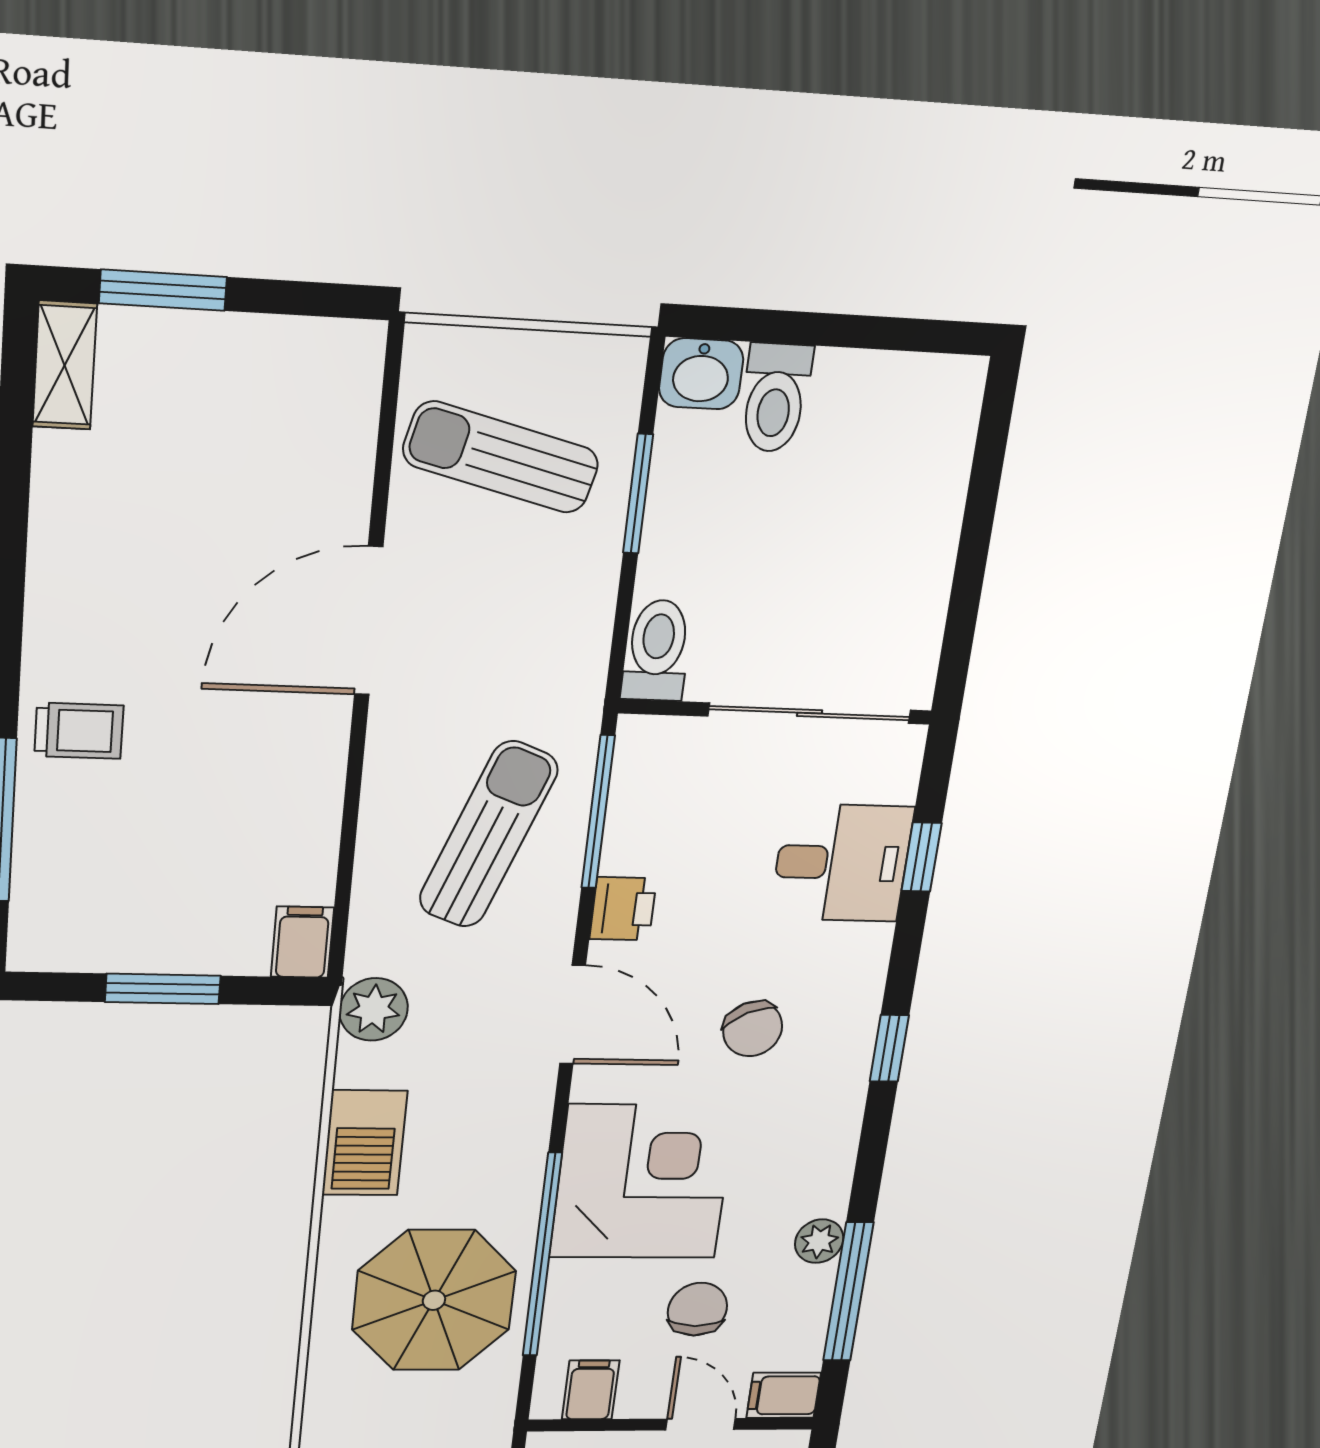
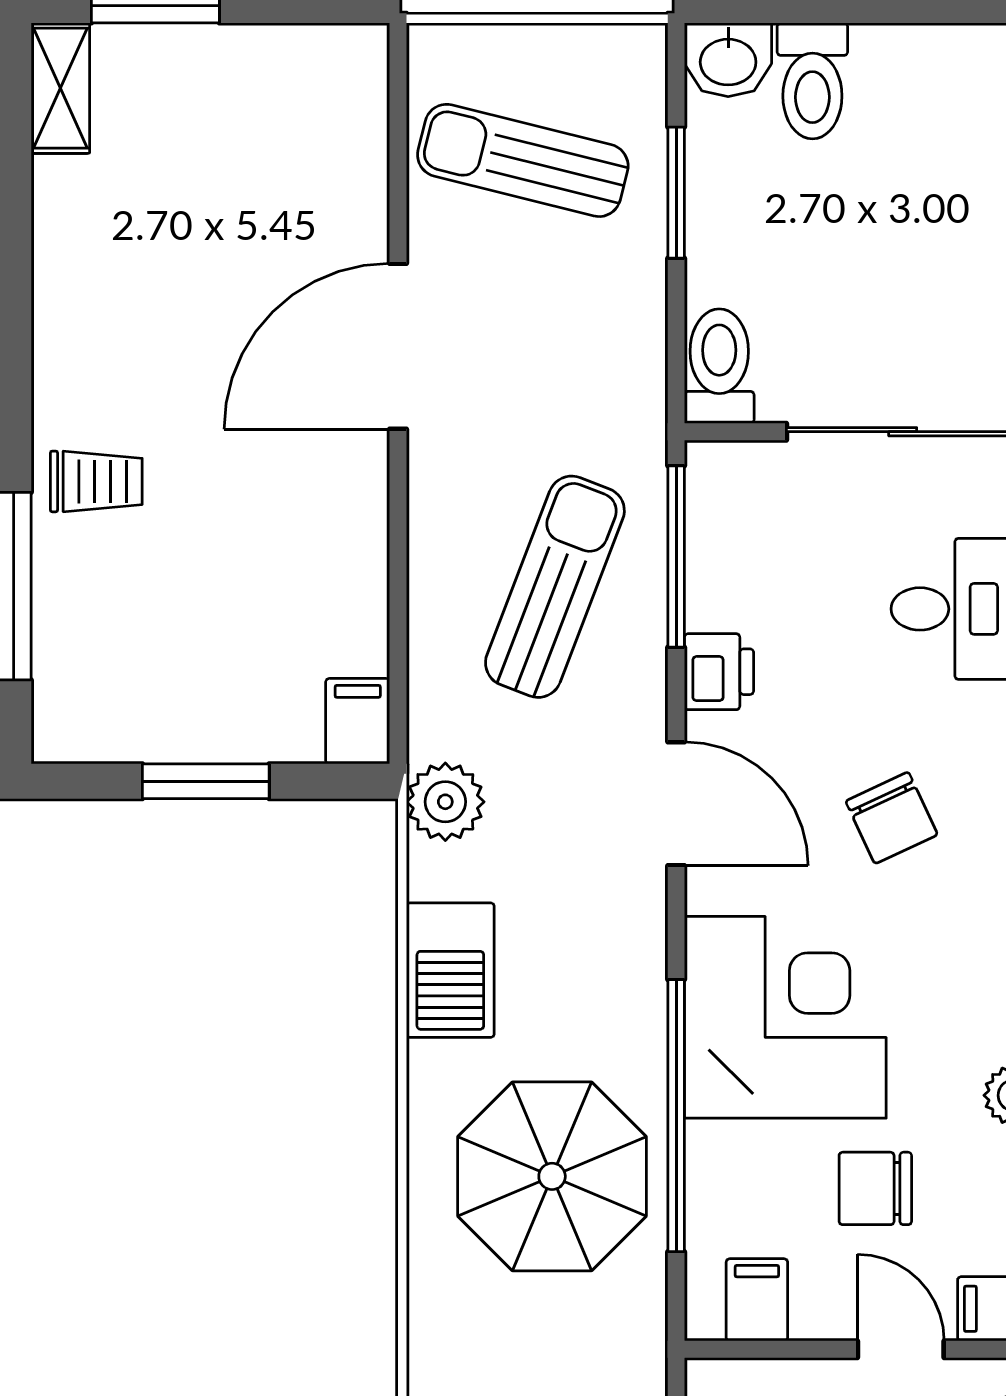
chair: (697, 1309) -> (875, 1188), turned -90

